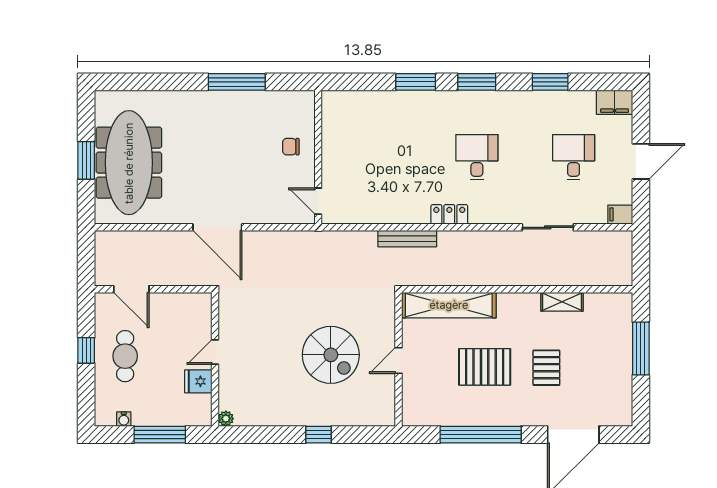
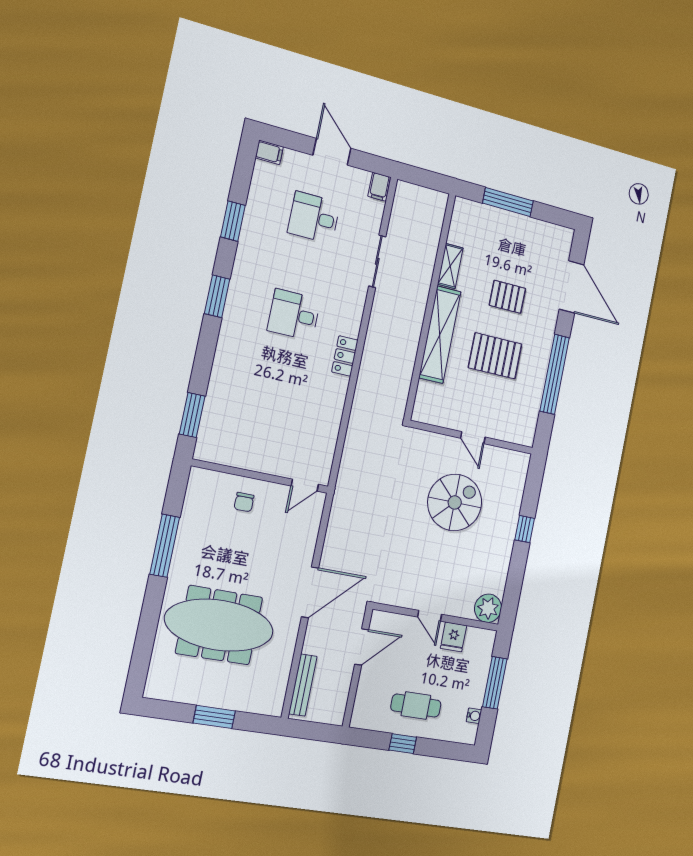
window: (416, 82) -> (192, 415), moved
filing cabinet: (615, 102) -> (269, 152), width x0.50
meeting table: (129, 163) -> (219, 625), moved
bench: (407, 239) -> (303, 685), moved
door: (131, 289) -> (362, 647), moved
shelving: (449, 305) -> (440, 335), moved
pallet: (485, 367) -> (495, 356), turned 90
plant: (226, 419) -> (488, 608), width x1.88, depth x1.88

